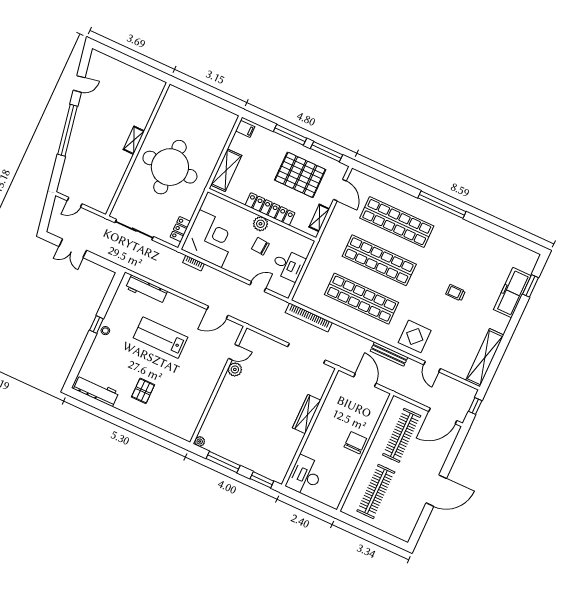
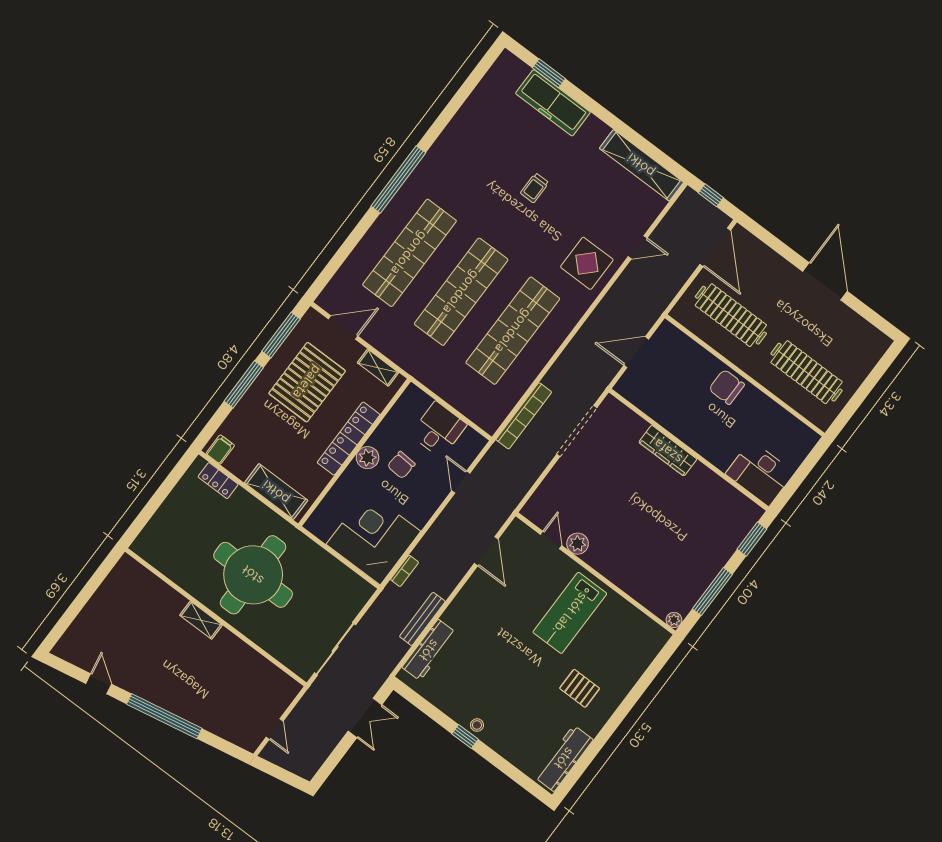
locker: (180, 229) -> (218, 481), moved
double door: (73, 248) -> (365, 718), moved
lab bench: (160, 338) -> (570, 613), moved
bench: (389, 354) -> (422, 619), moved

